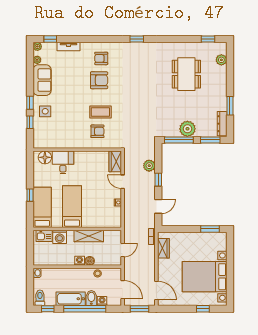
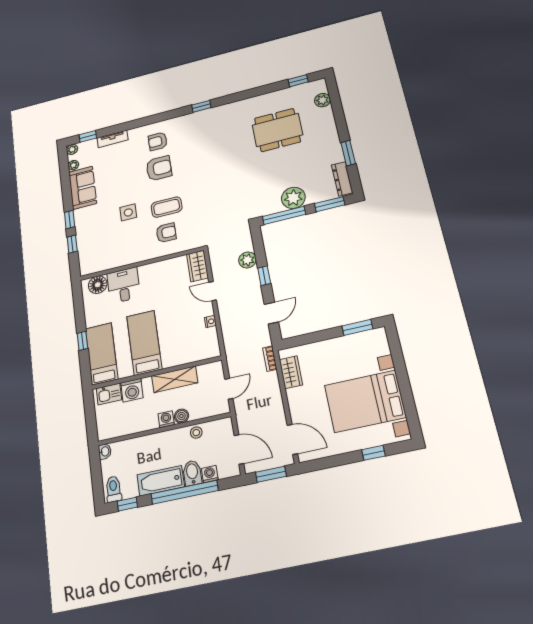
dining table: (186, 74) -> (277, 130), turned 90
side table: (45, 111) -> (128, 212), moved

